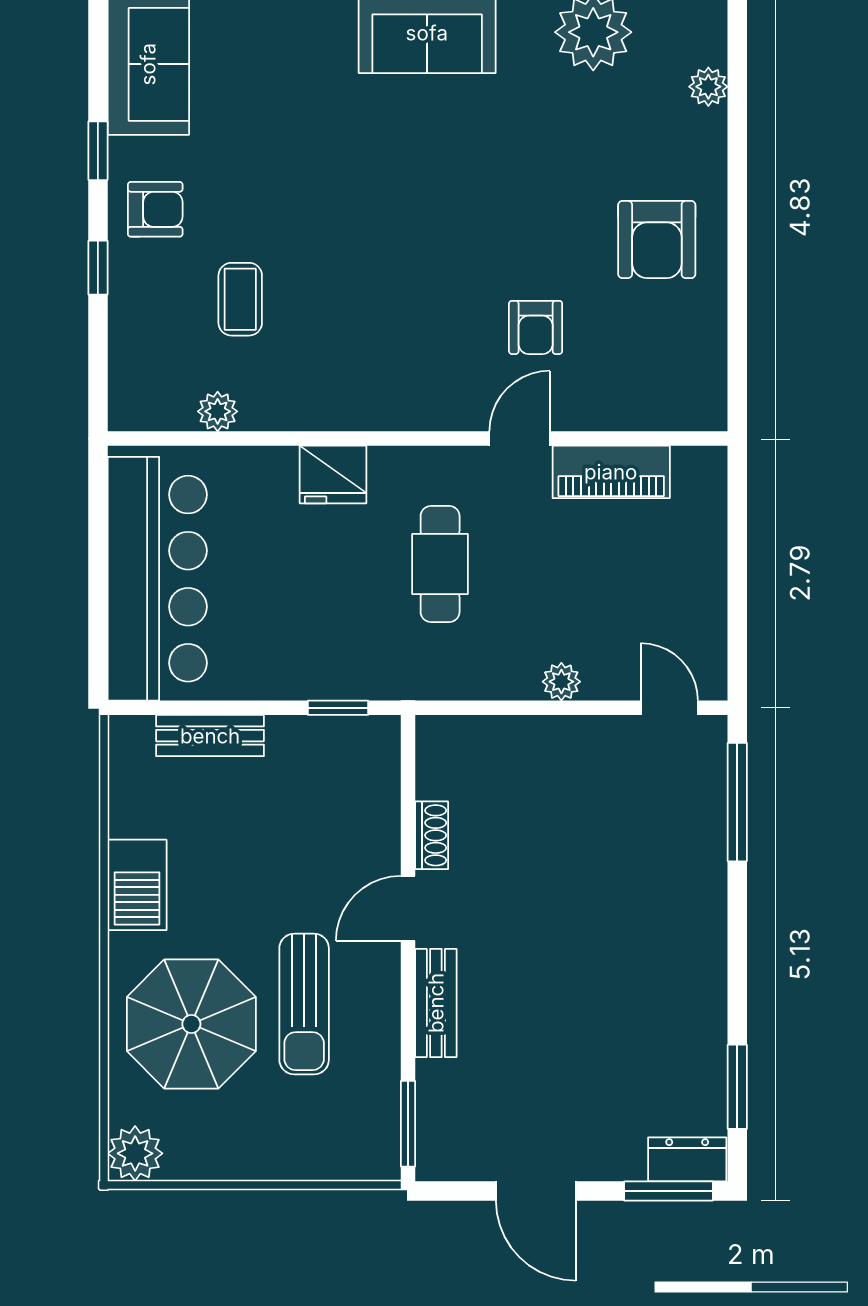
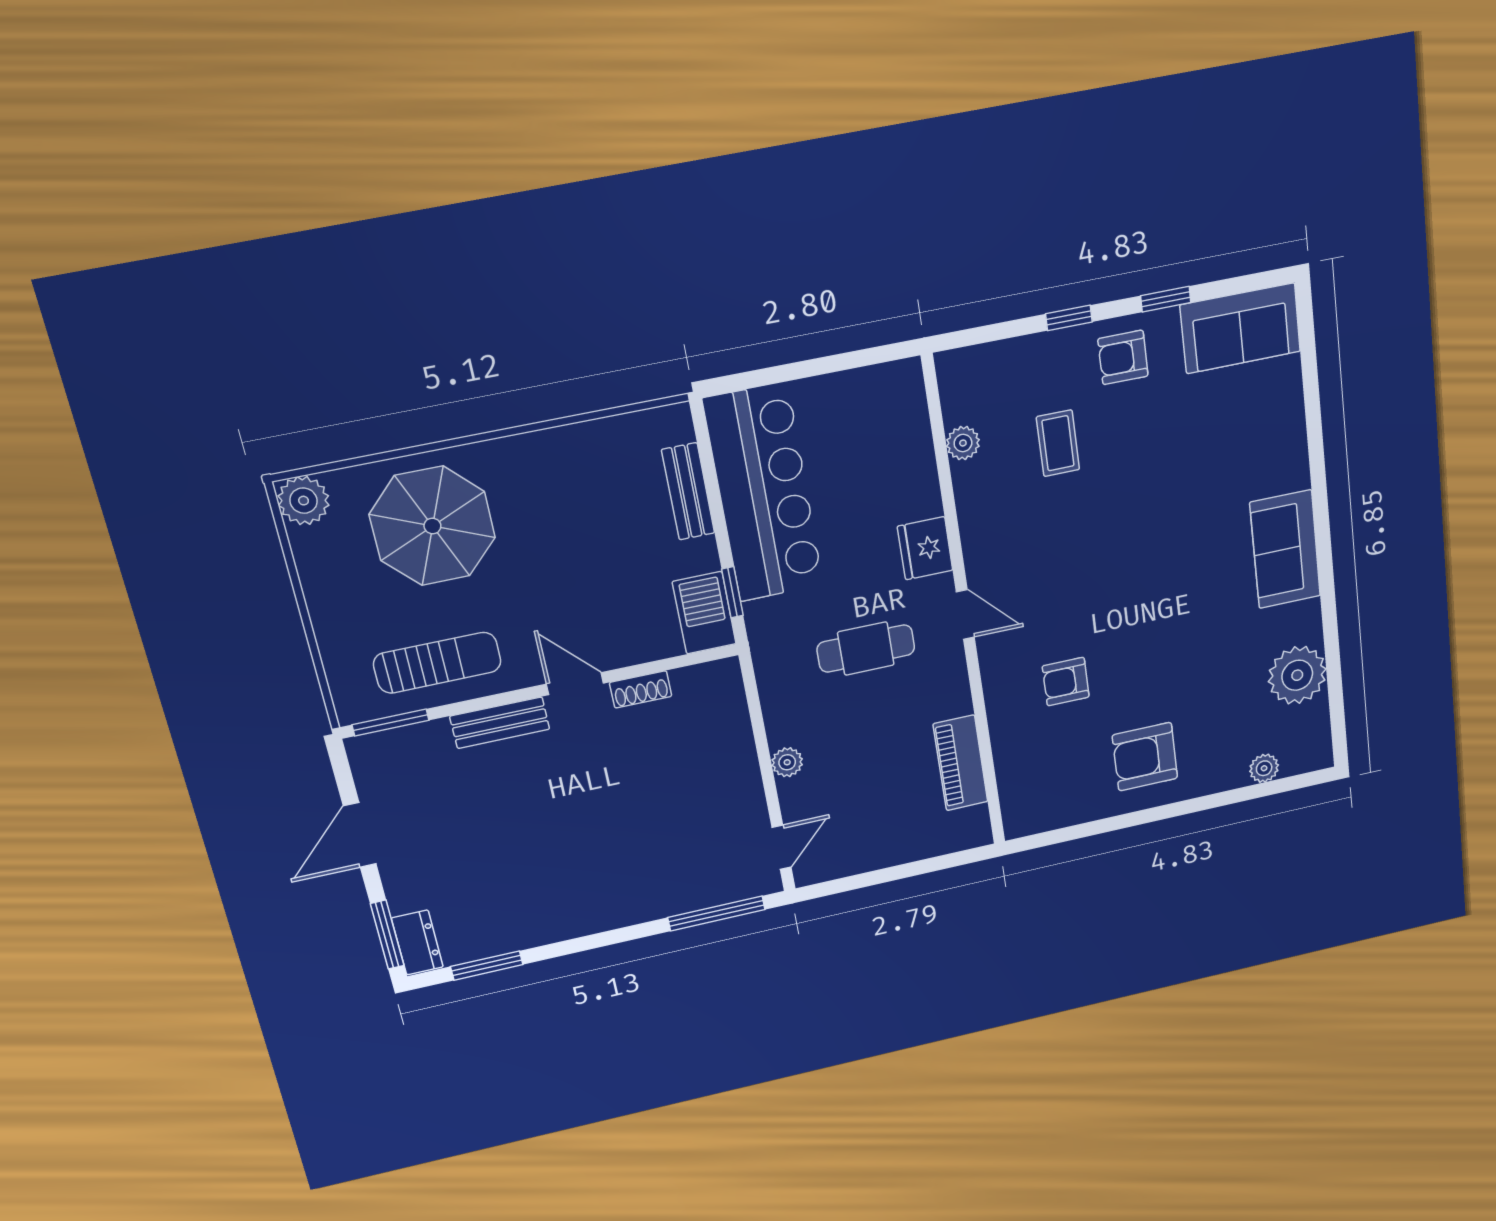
armchair: (155, 209) -> (1123, 357), turned 90
coffee table: (240, 299) -> (1058, 443), turned 90
door: (520, 439) -> (965, 614), moved
bar counter: (157, 579) -> (764, 493), moved, turned -90
barbecue: (137, 885) -> (704, 613), moved, turned 90
sun lounger: (304, 1004) -> (437, 663), moved, turned 180

